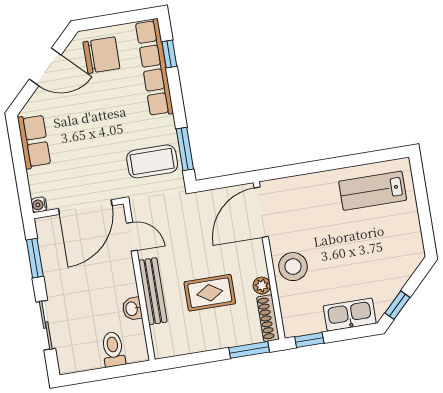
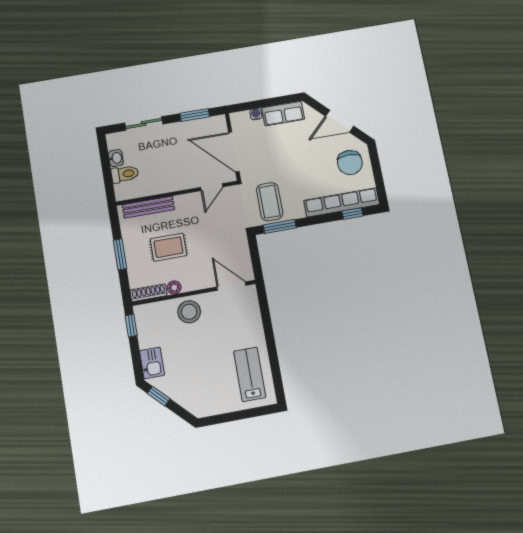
door: (45, 67) -> (340, 121), hinge flipped
water cooler: (39, 205) -> (256, 114), moved
door: (261, 212) -> (232, 286), width x0.73
bench: (153, 291) -> (148, 207), moved
rug: (210, 293) -> (168, 247), turned 90
washbasin: (132, 309) -> (116, 158), moved, turned 90
kitchen sink: (350, 315) -> (152, 363), width x0.73
window: (249, 350) -> (120, 254), moved

